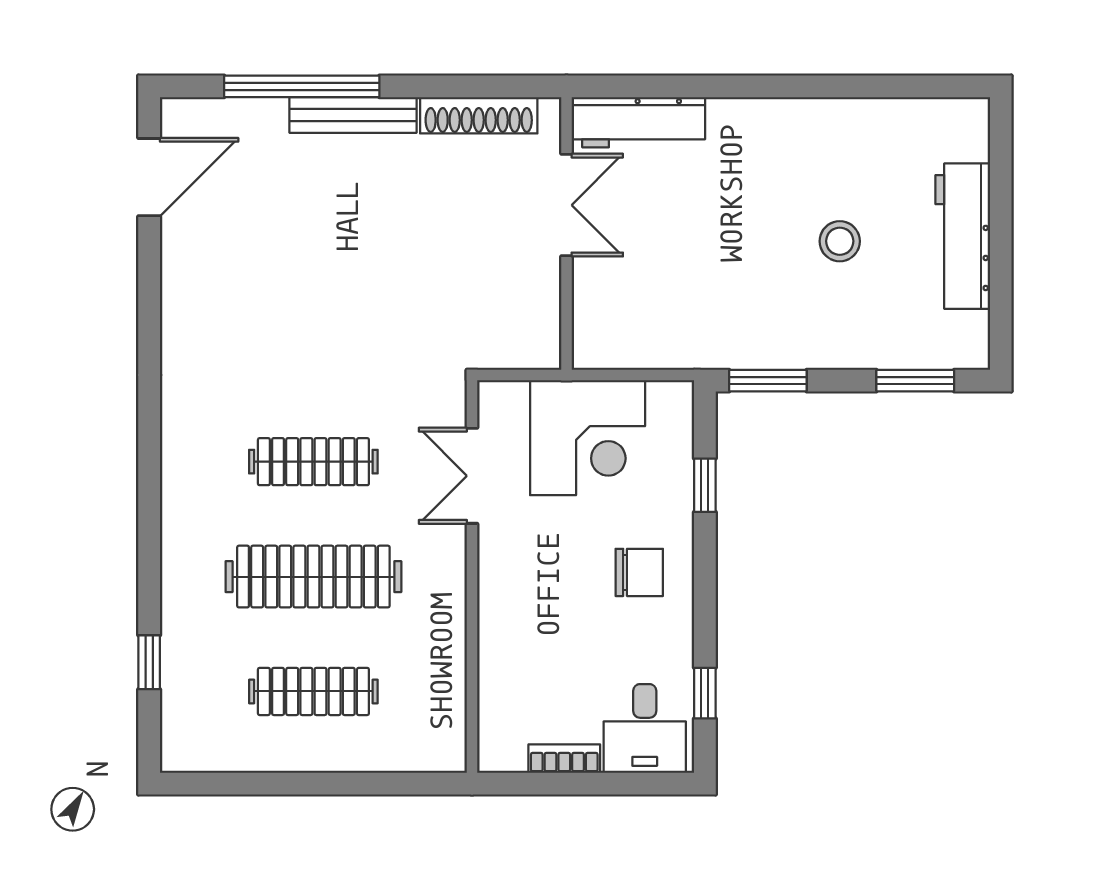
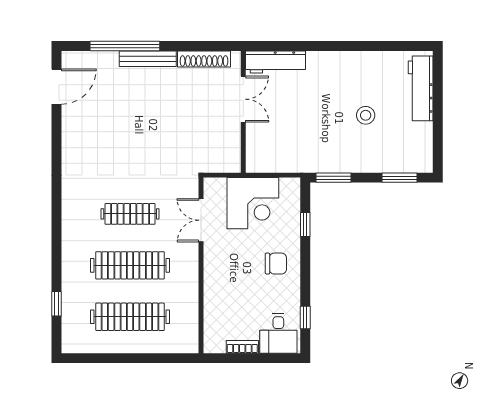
workbench: (963, 236) -> (421, 88), moved
clothes rail: (313, 691) -> (130, 317), width x1.37, depth x1.31

